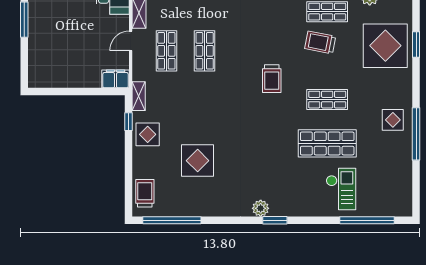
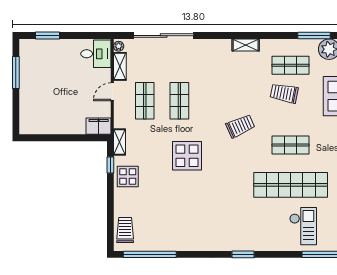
trolley: (272, 79) -> (240, 126), turned -114
shop shelf: (327, 143) -> (291, 185), width x1.40
display table: (198, 161) -> (187, 156), moved
plant: (261, 208) -> (230, 244), removed

